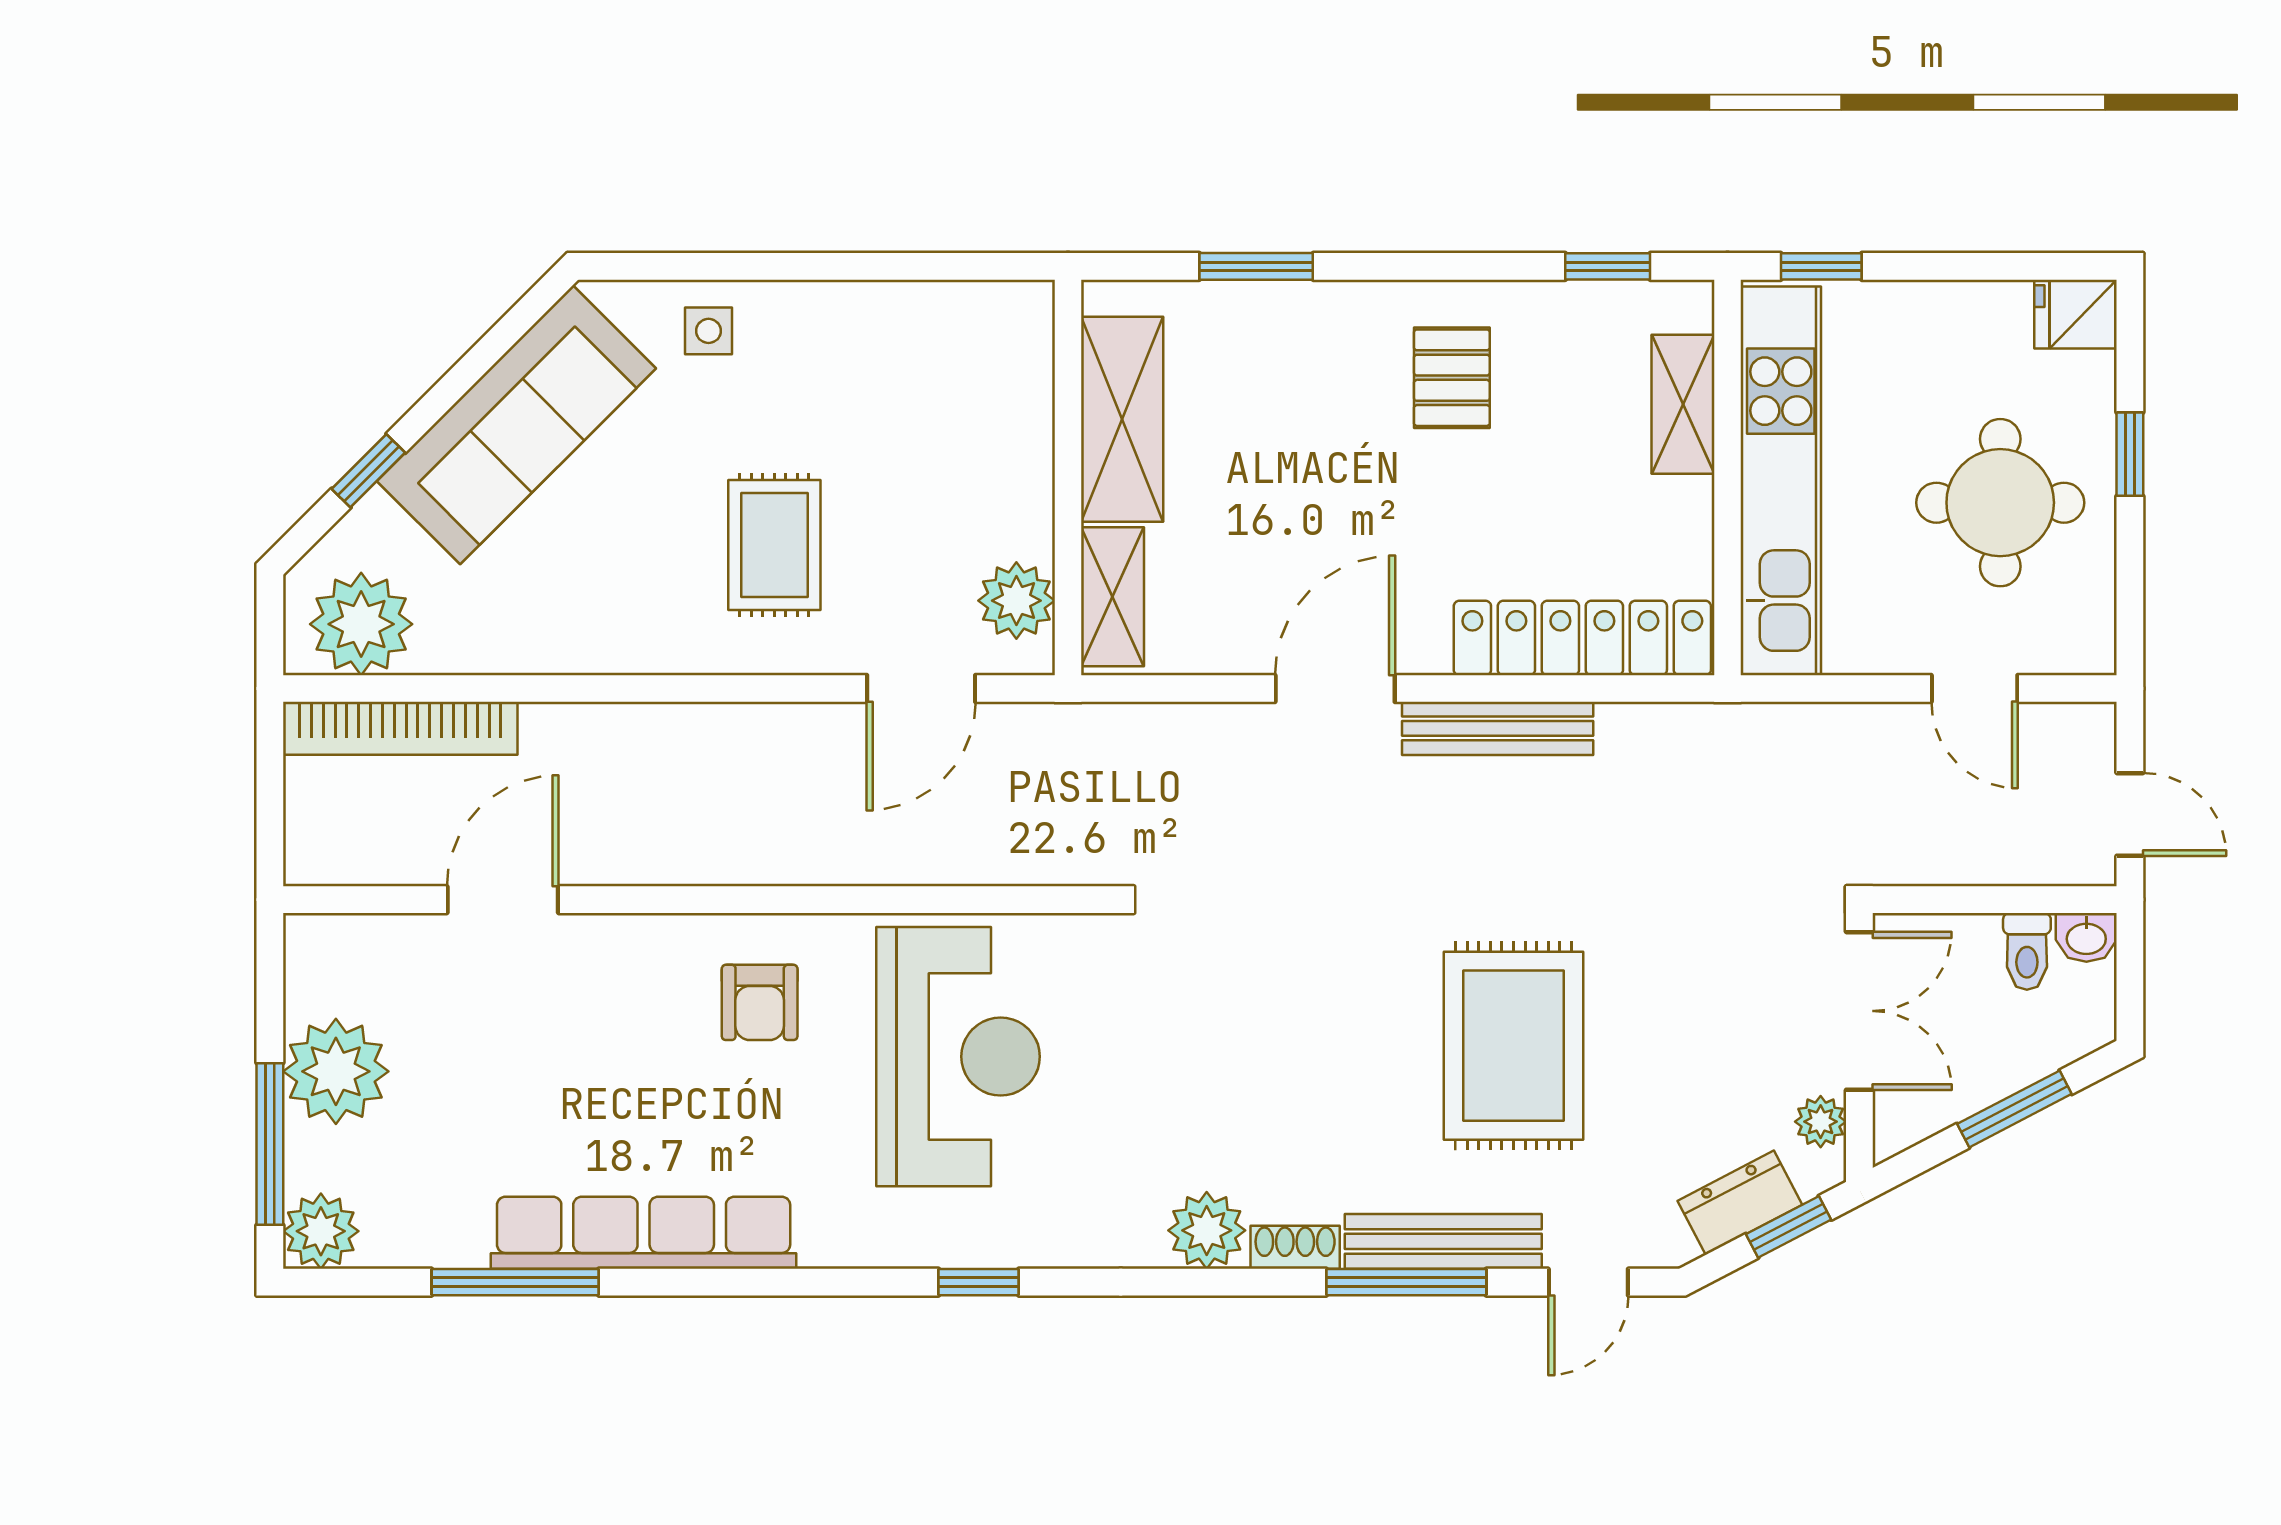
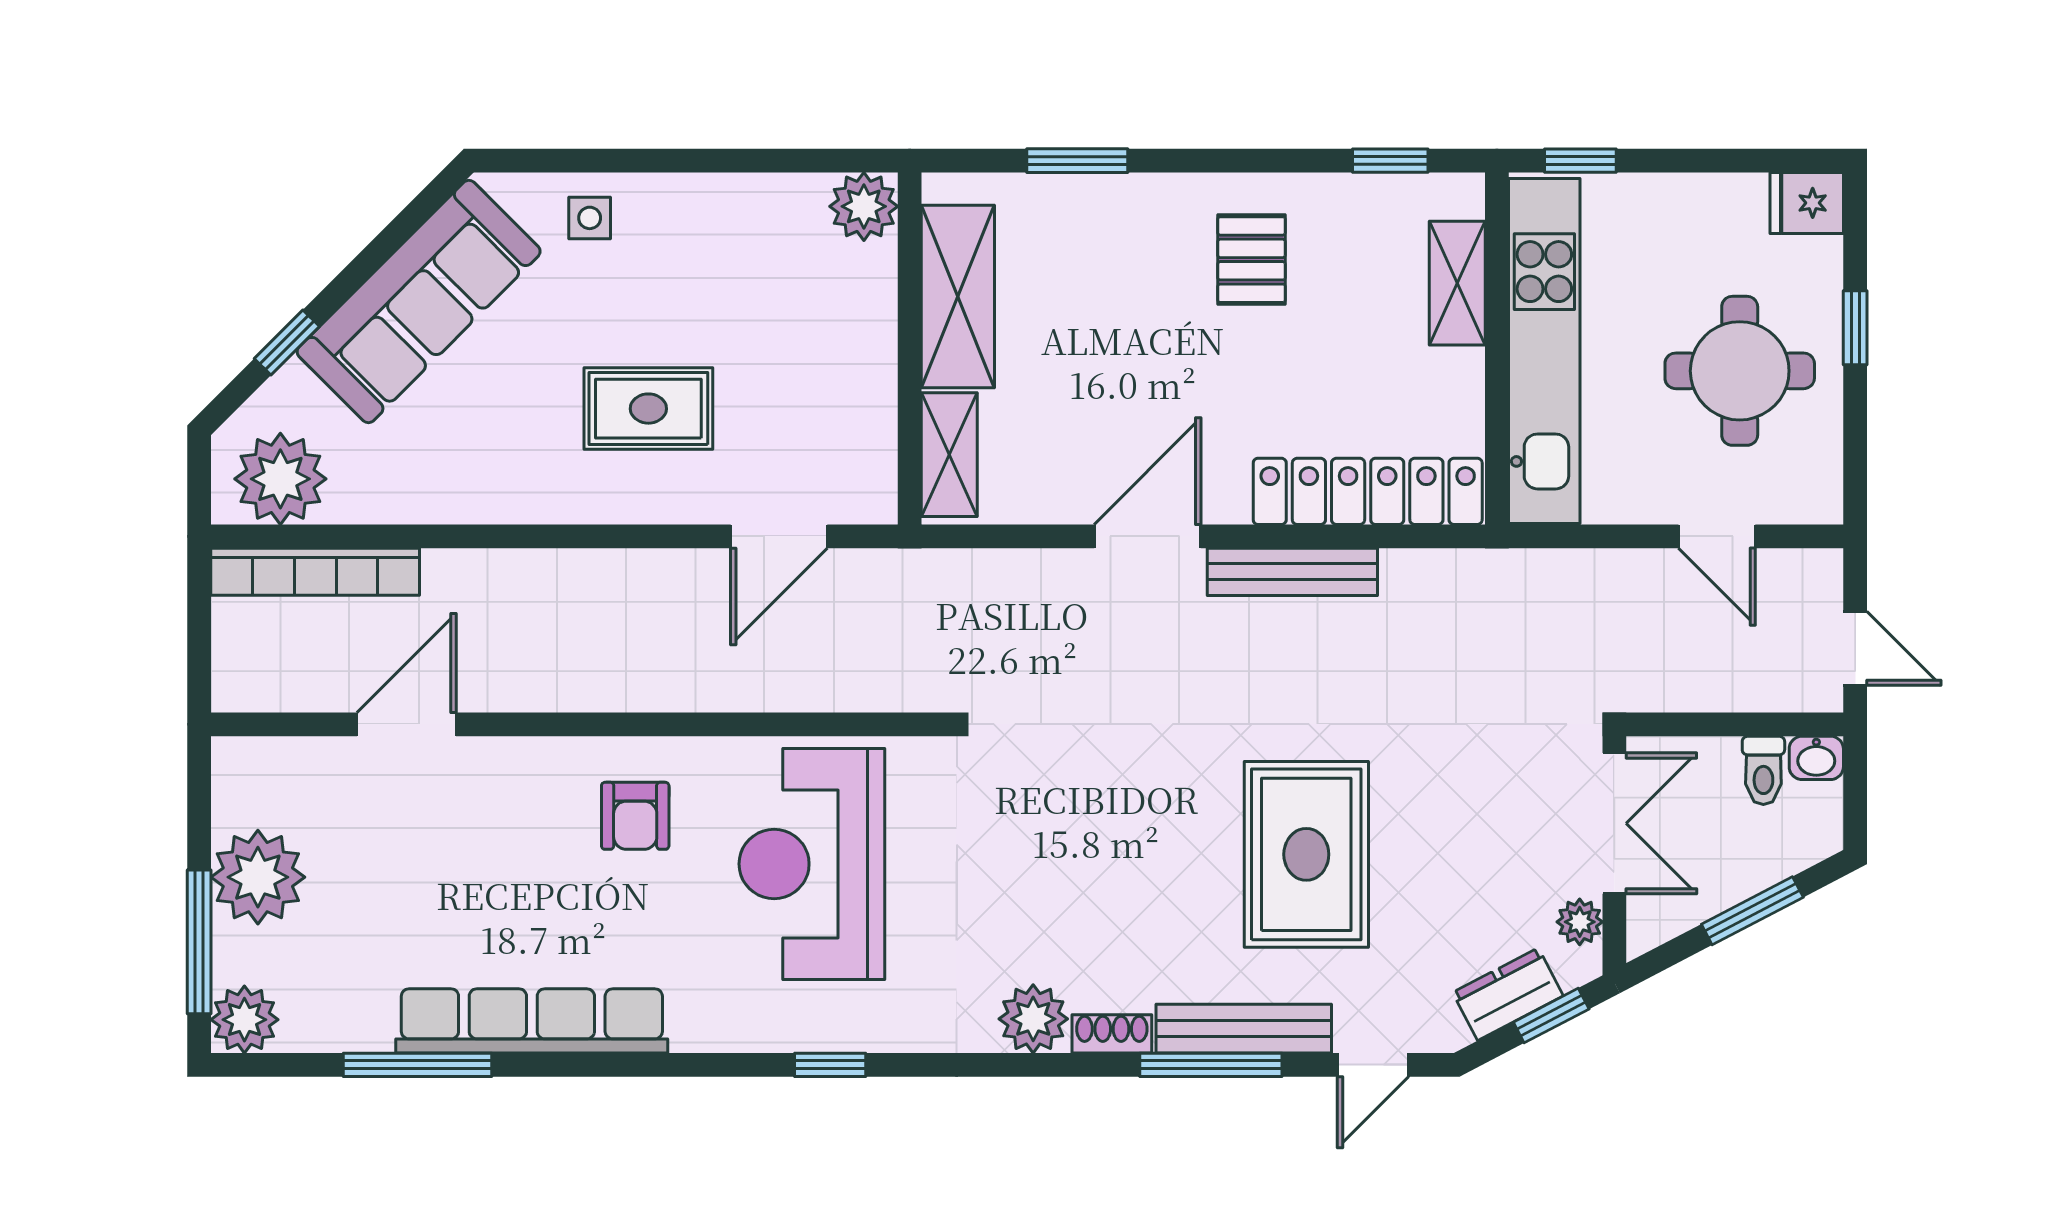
rug: (774, 545) -> (648, 409), turned 90
plant: (1016, 601) -> (864, 206), moved
reception desk: (958, 1057) -> (812, 864), turned 180

